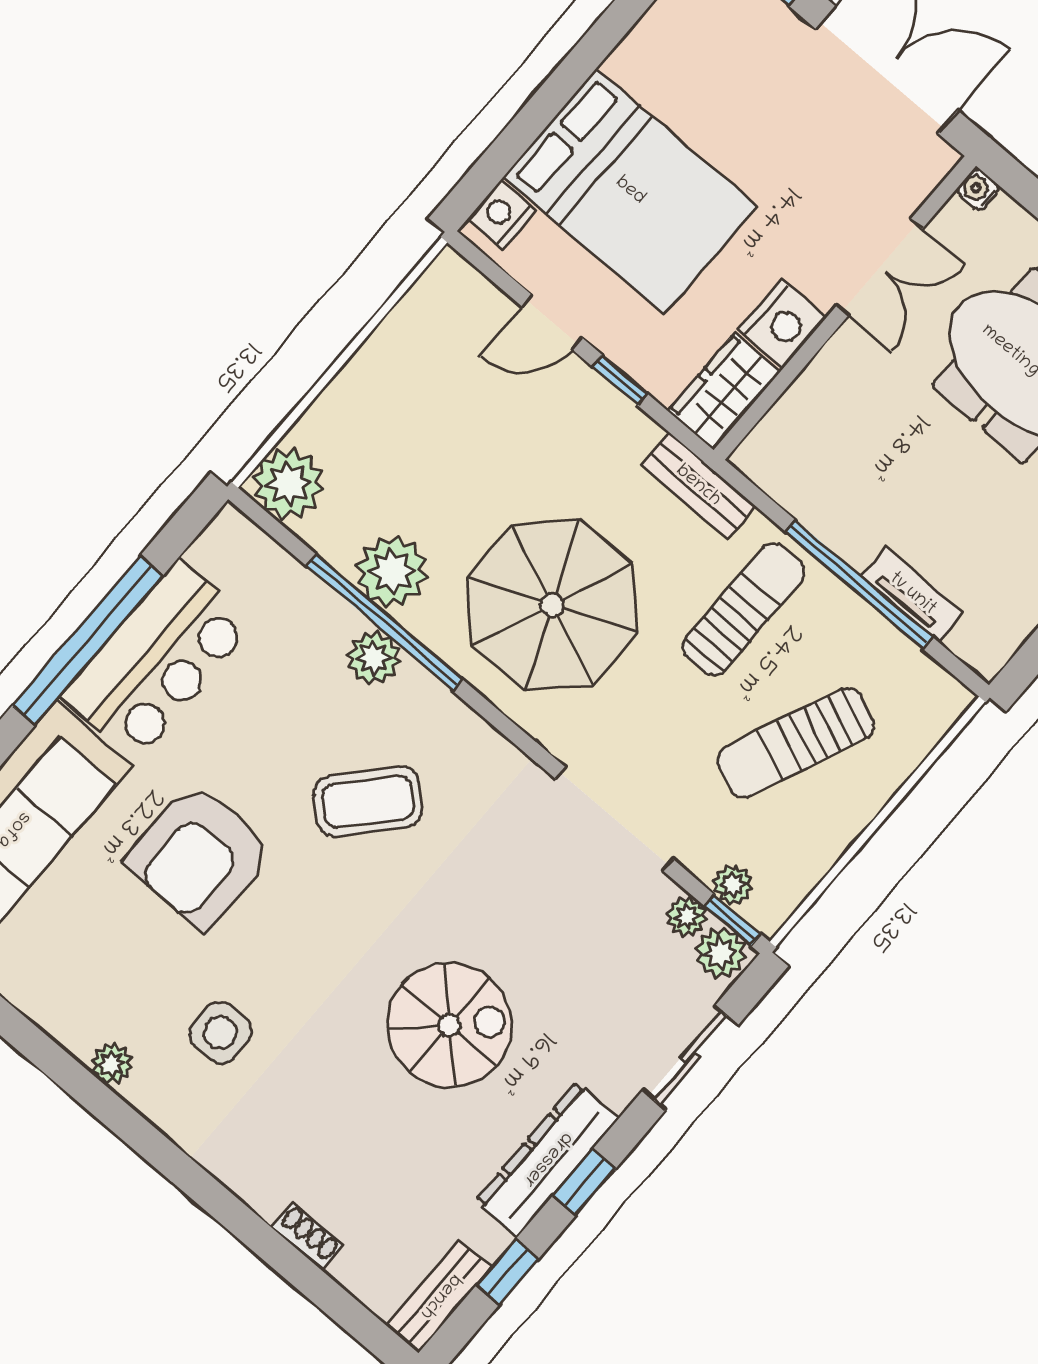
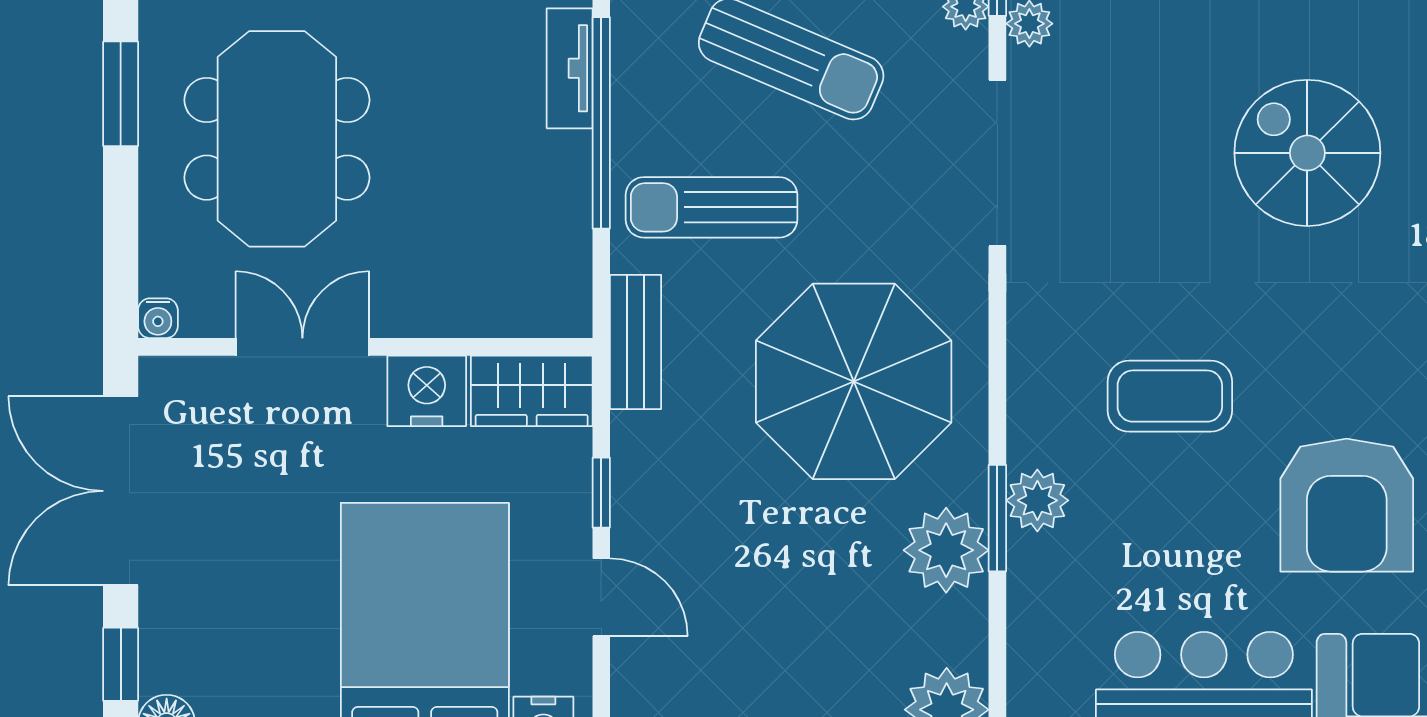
window: (384, 622) -> (997, 518), width x0.47
coffee table: (368, 802) -> (1170, 396), turned -42
armchair: (200, 856) -> (1347, 505), turned 90

